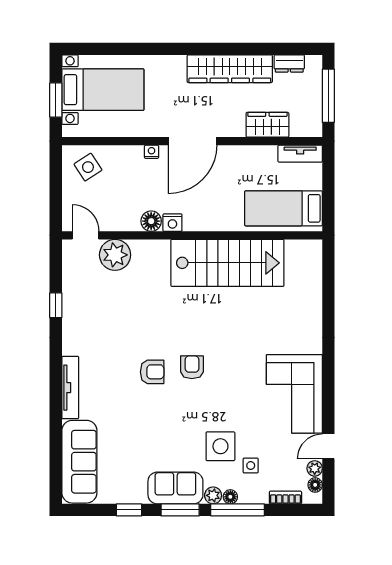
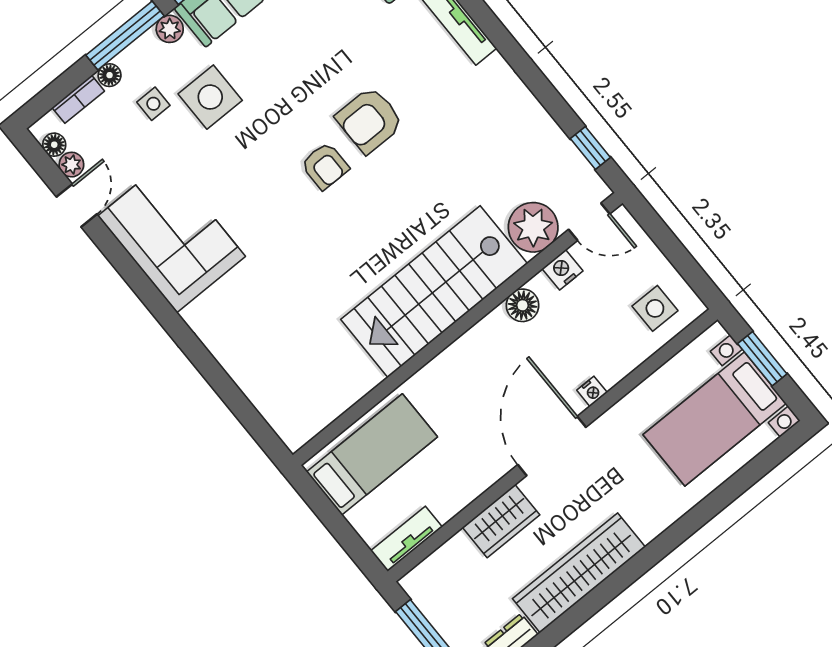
wardrobe: (267, 125) -> (501, 521), moved
side table: (88, 167) -> (655, 308), turned 33
nightstand: (172, 223) -> (563, 270), moved
stairs: (227, 263) -> (434, 292), moved
window: (56, 305) -> (590, 148), moved
armchair: (152, 372) -> (370, 120), width x1.38, depth x1.38
floor lamp: (230, 497) -> (110, 75), moved

